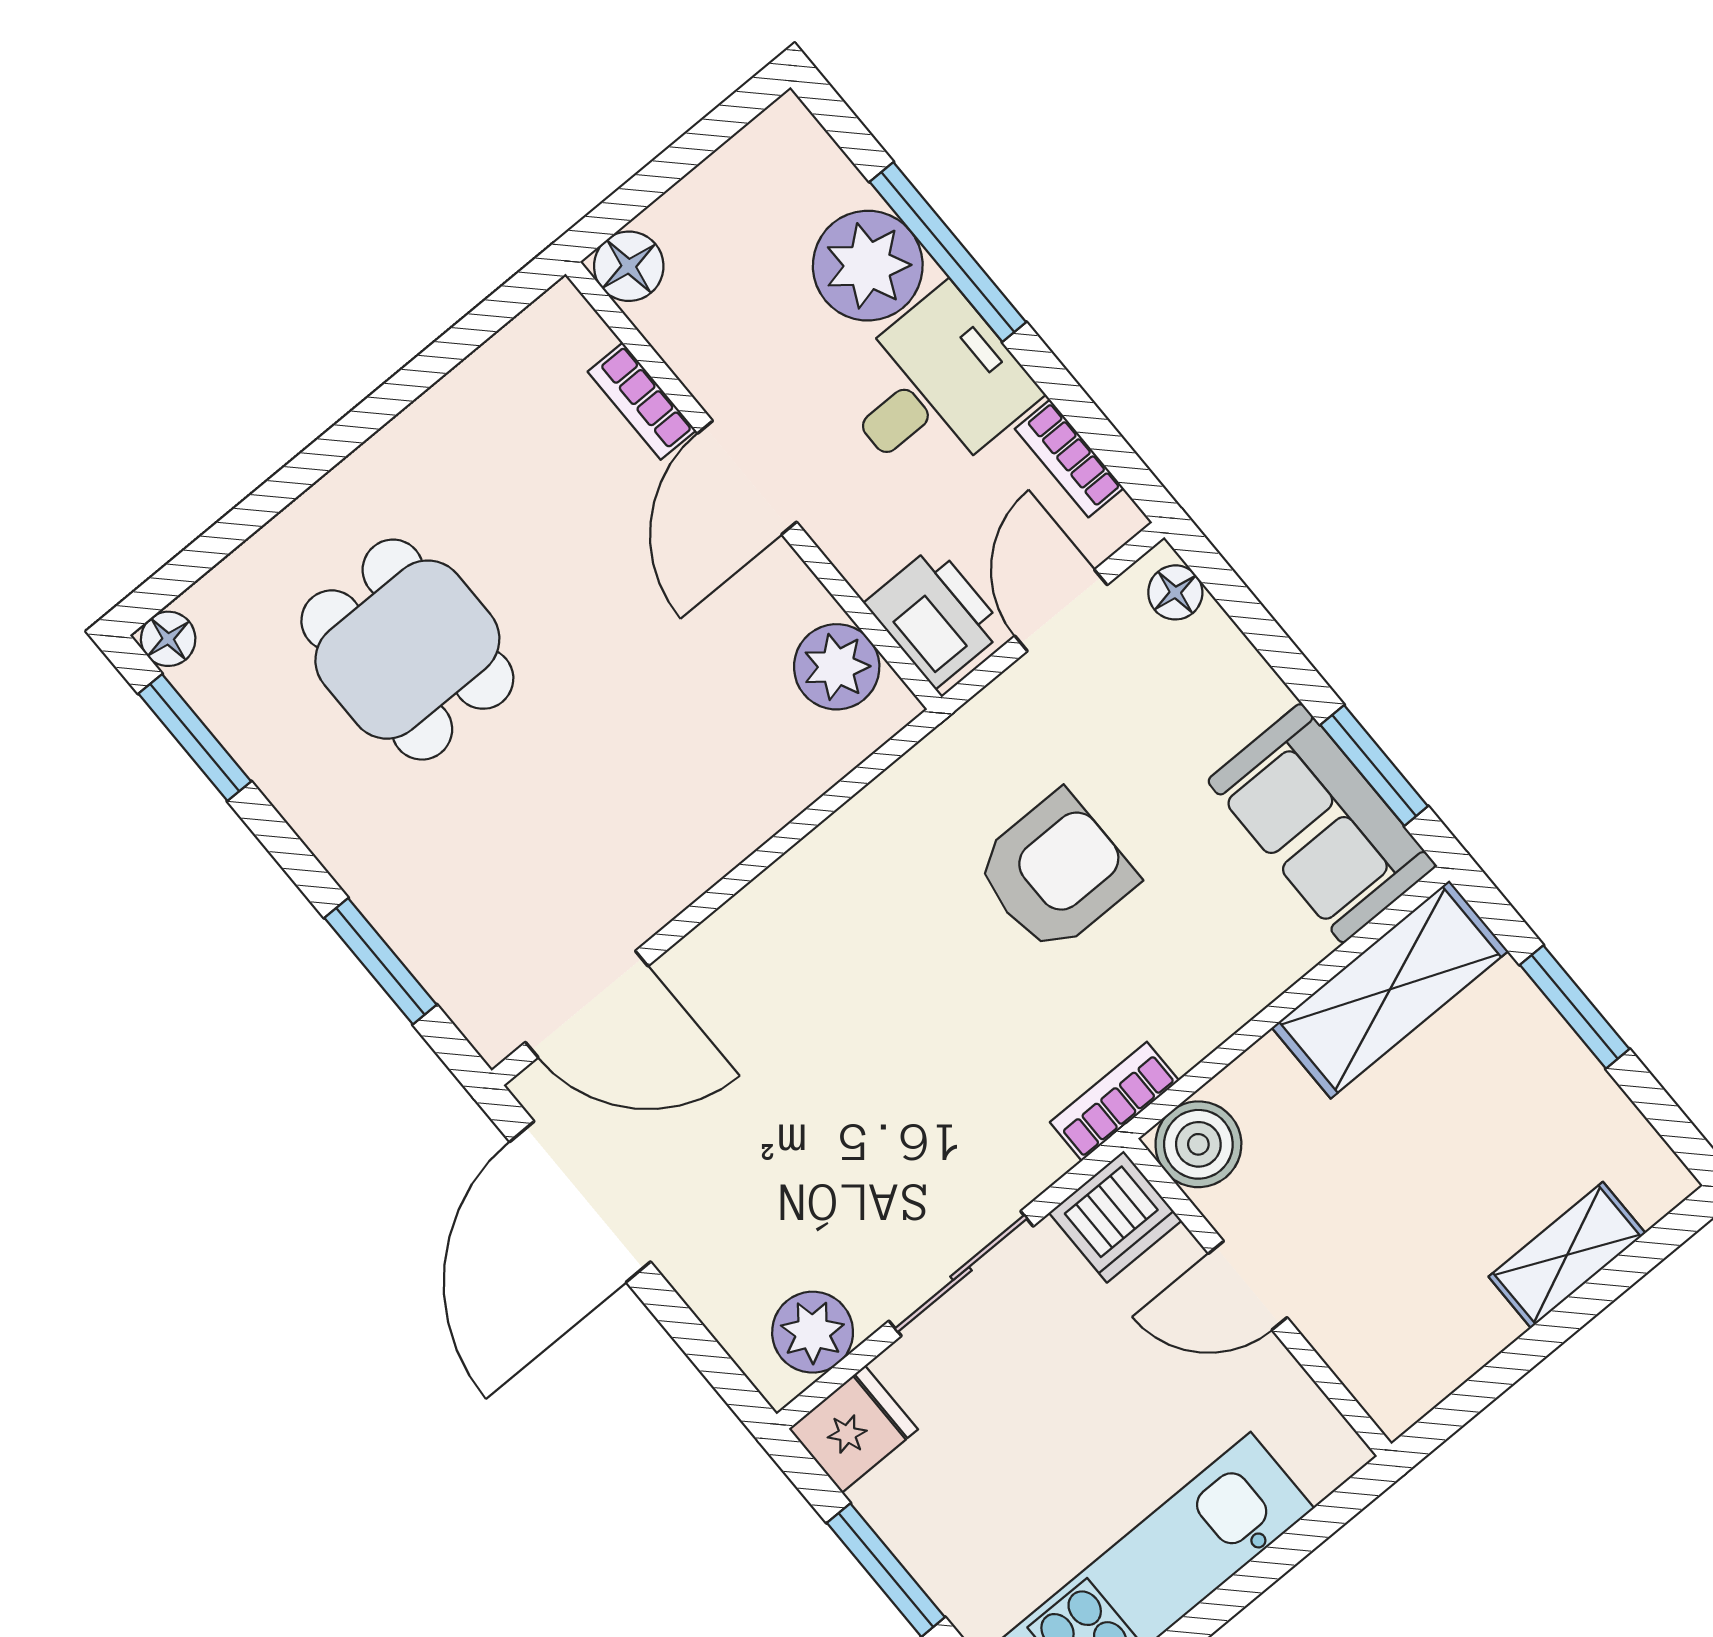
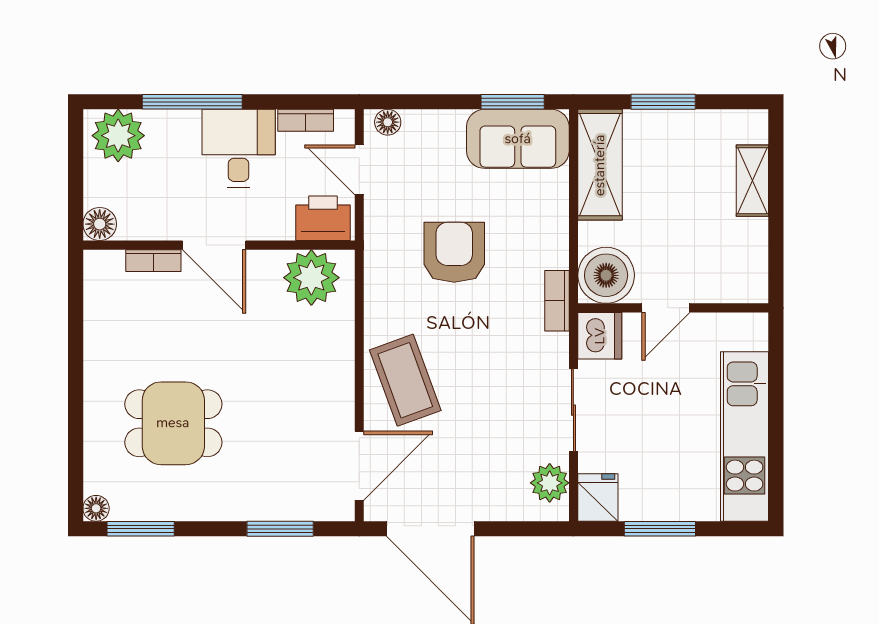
plant: (868, 266) -> (118, 136), moved
plant: (837, 667) -> (311, 278), width x1.36, depth x1.36
coffee table: (785, 964) -> (405, 380), added
boiler: (1198, 1144) -> (606, 275), width x1.37, depth x1.37

